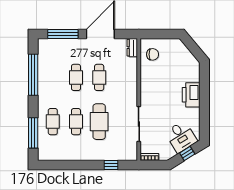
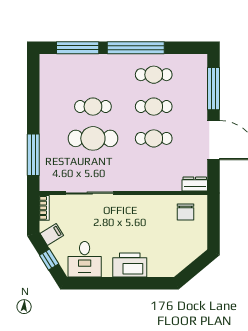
window: (33, 75) -> (136, 48), moved
cafe table: (53, 122) -> (154, 75), moved
desk: (181, 137) -> (85, 259), moved, turned -58
filing cabinet: (169, 152) -> (52, 235), added
window: (111, 165) -> (33, 155), width x2.17

